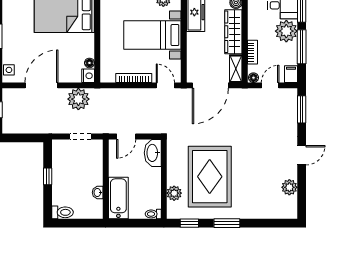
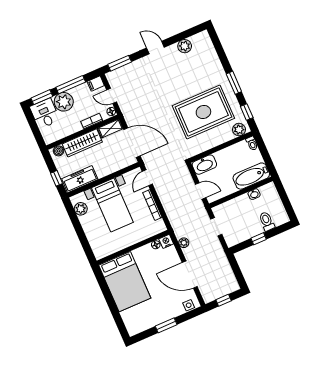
plant: (78, 99) -> (184, 243), width x0.53, depth x0.53
plant: (174, 193) -> (239, 130), moved
toilet: (62, 212) -> (267, 221), moved

